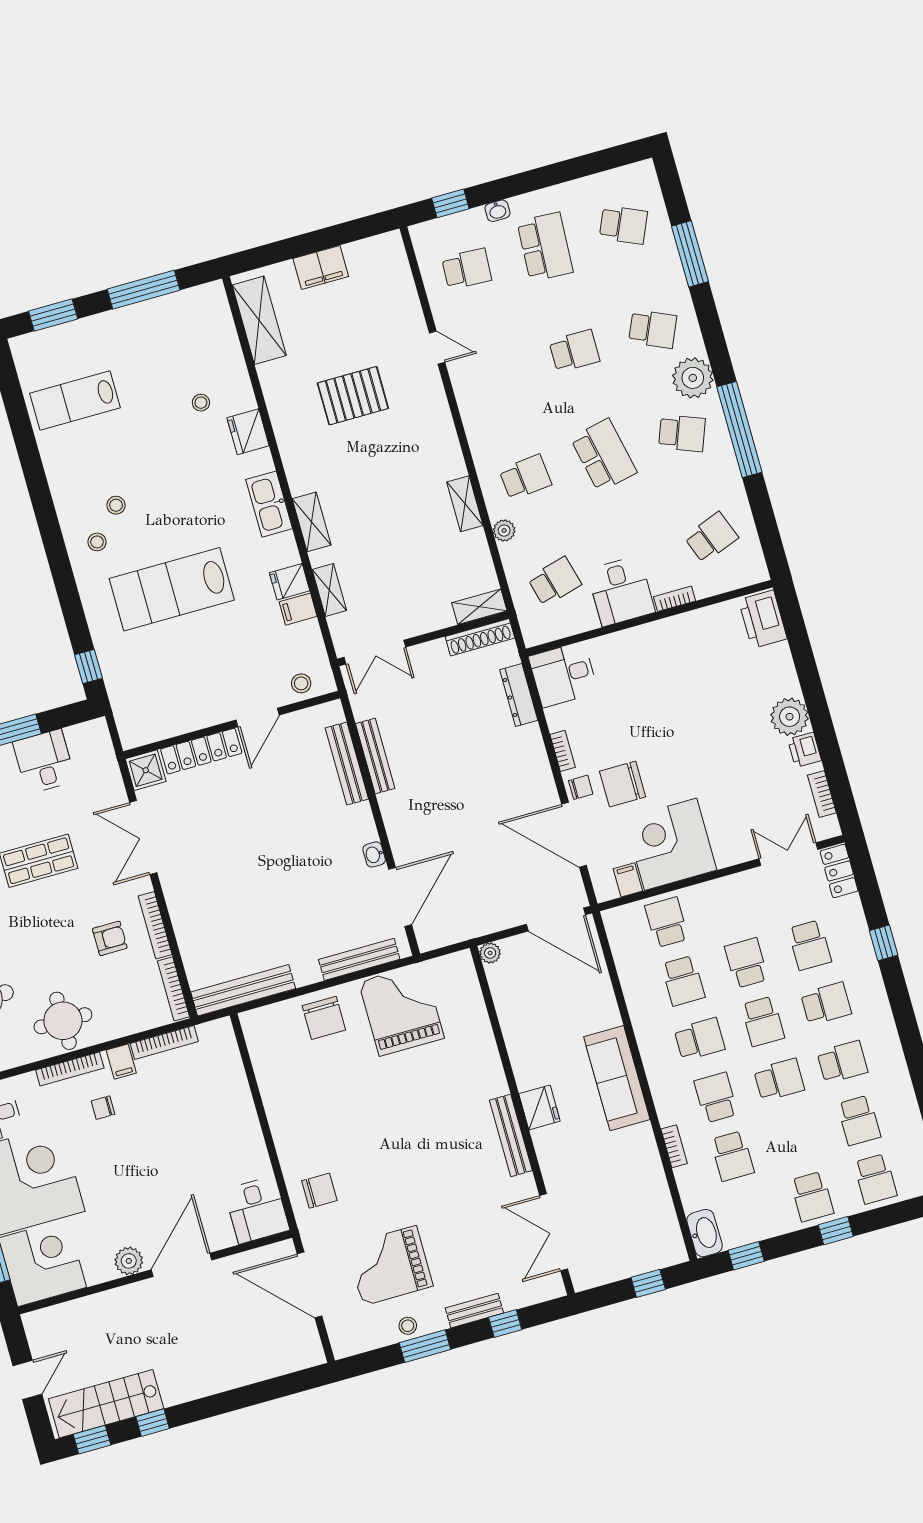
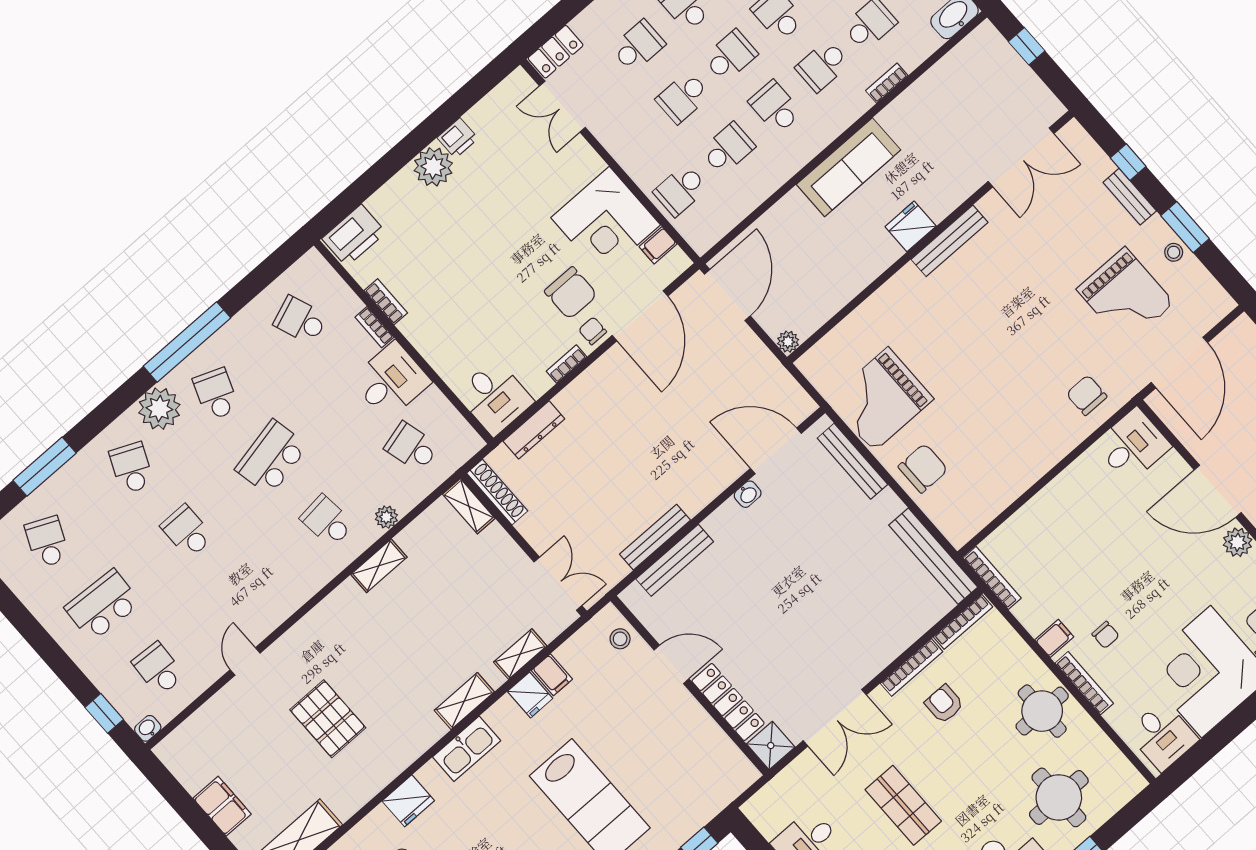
washbasin: (497, 211) -> (148, 728), moved, turned -90
bookcase: (822, 794) -> (386, 302), moved, turned -90
bookcase: (164, 1042) -> (992, 578), moved

